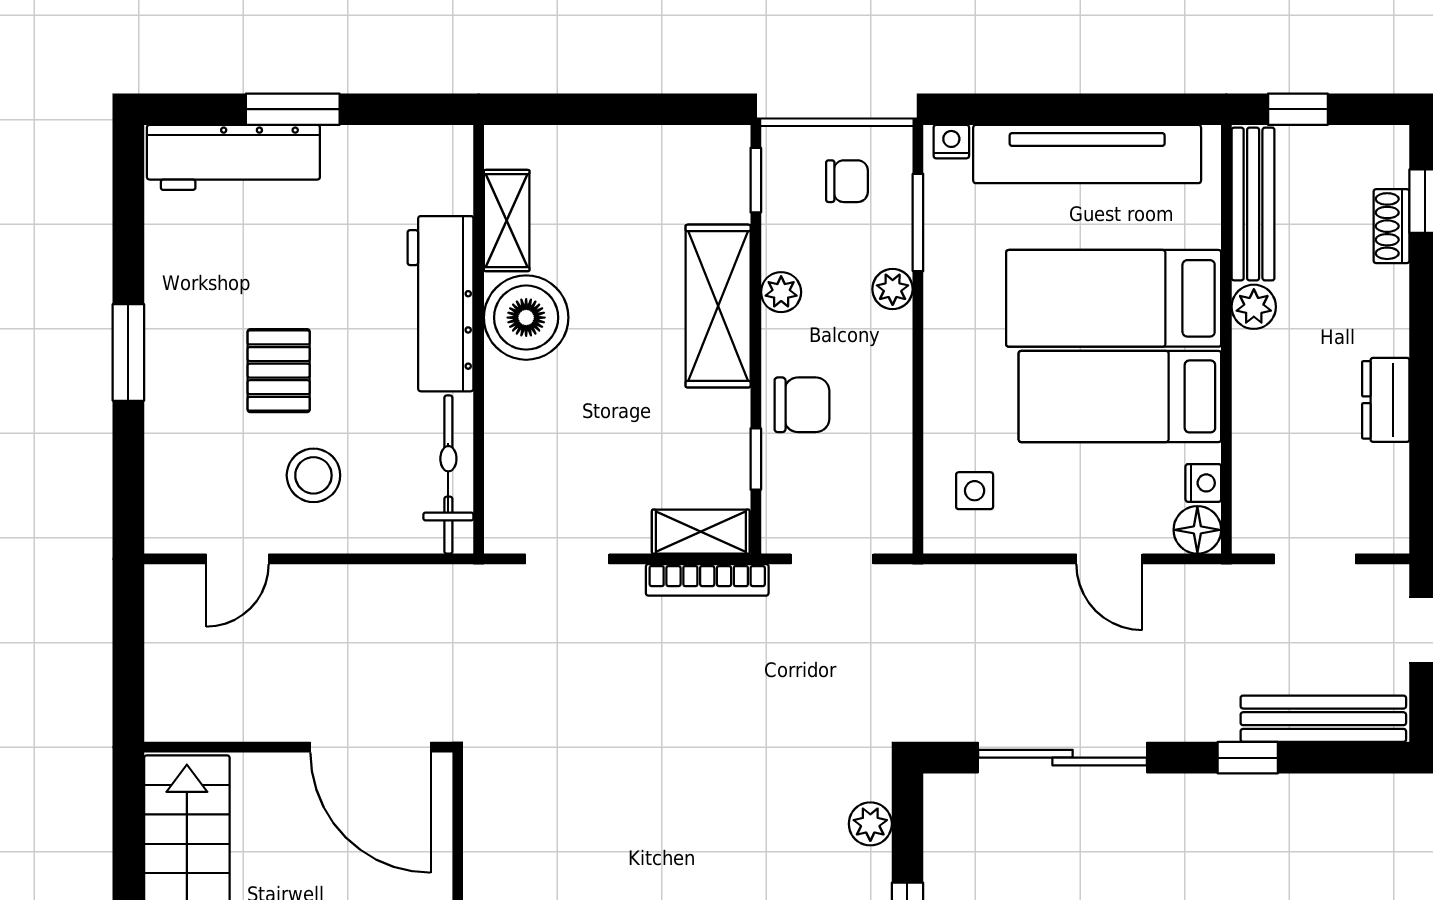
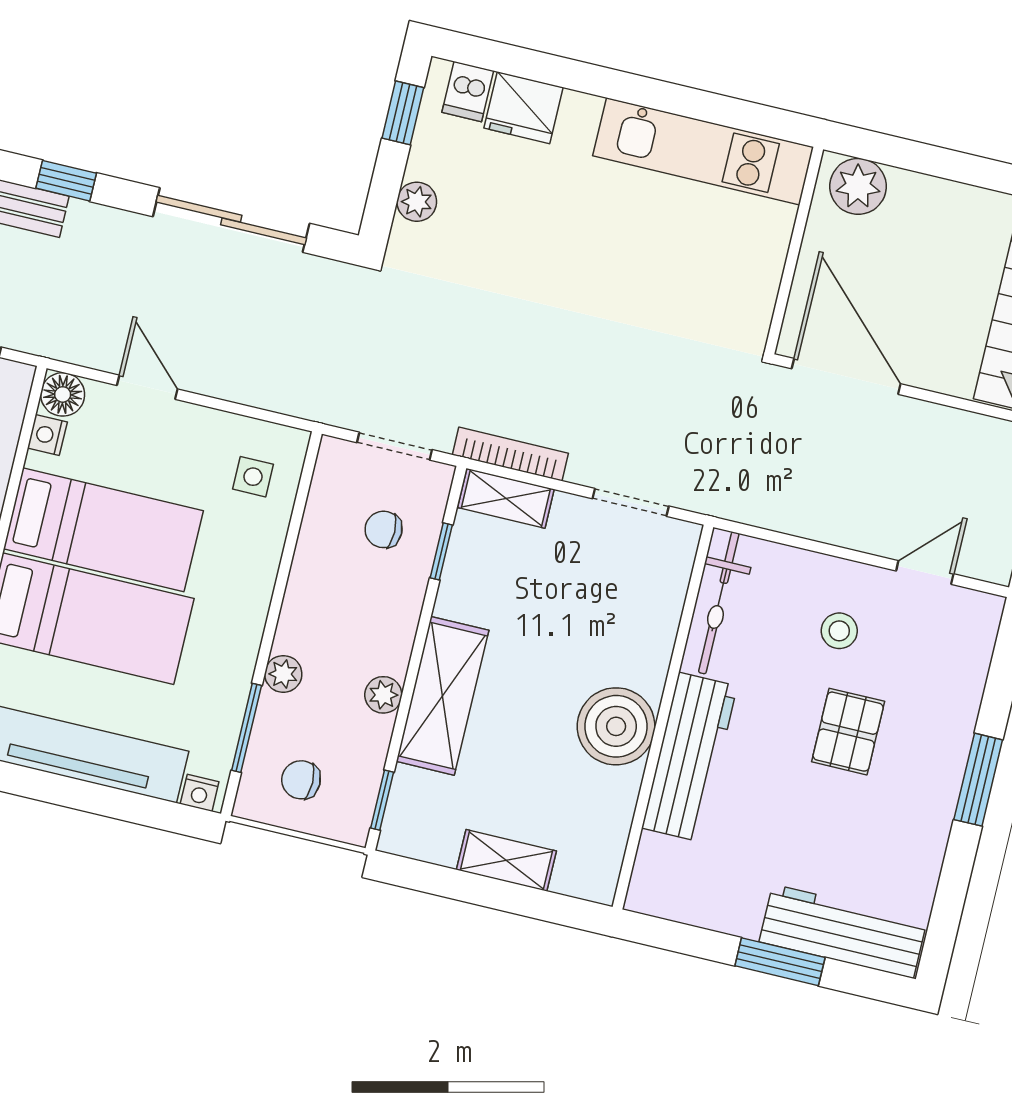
shelving: (507, 221) -> (506, 860), moved, turned 90
chair: (802, 405) -> (384, 529), moved, width x0.73, depth x0.73
stool: (313, 475) -> (839, 631), width x0.73, depth x0.73

